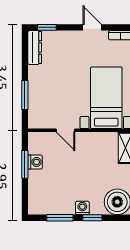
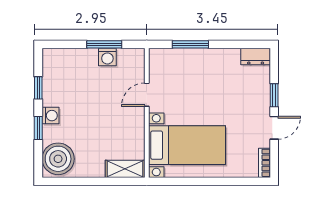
window: (47, 27) -> (274, 95), moved
dresser: (35, 48) -> (256, 57), width x0.70
window: (60, 218) -> (38, 88), width x0.67

